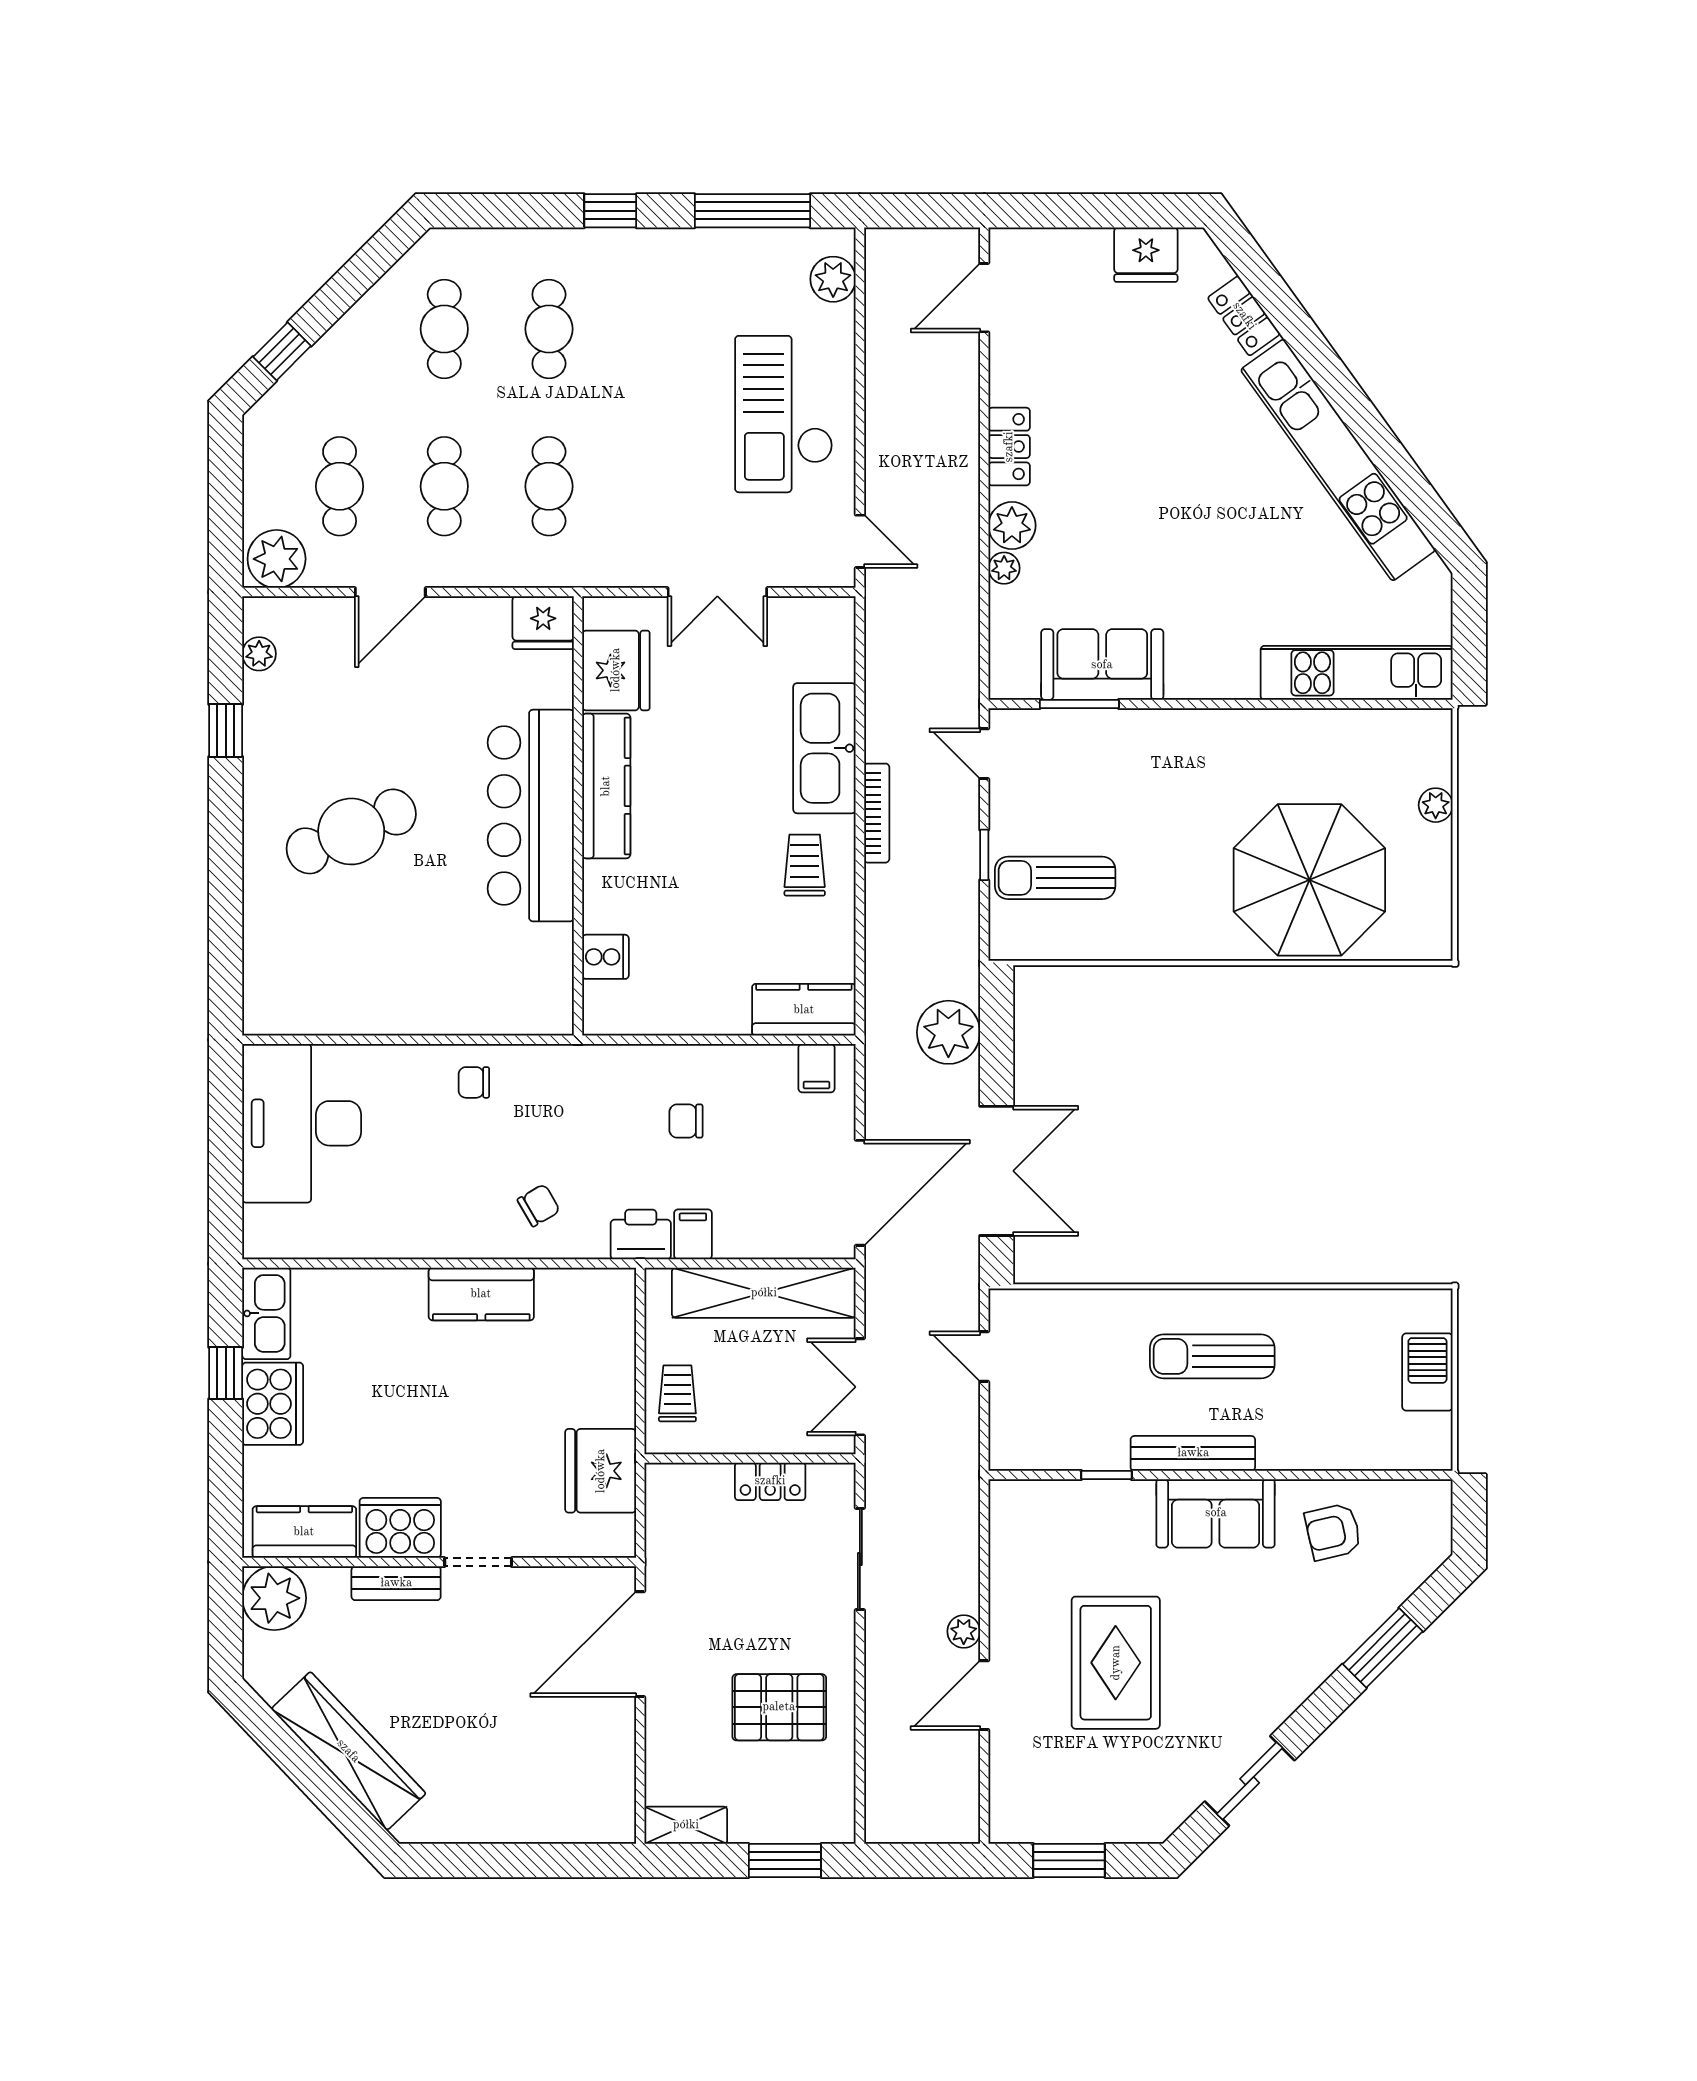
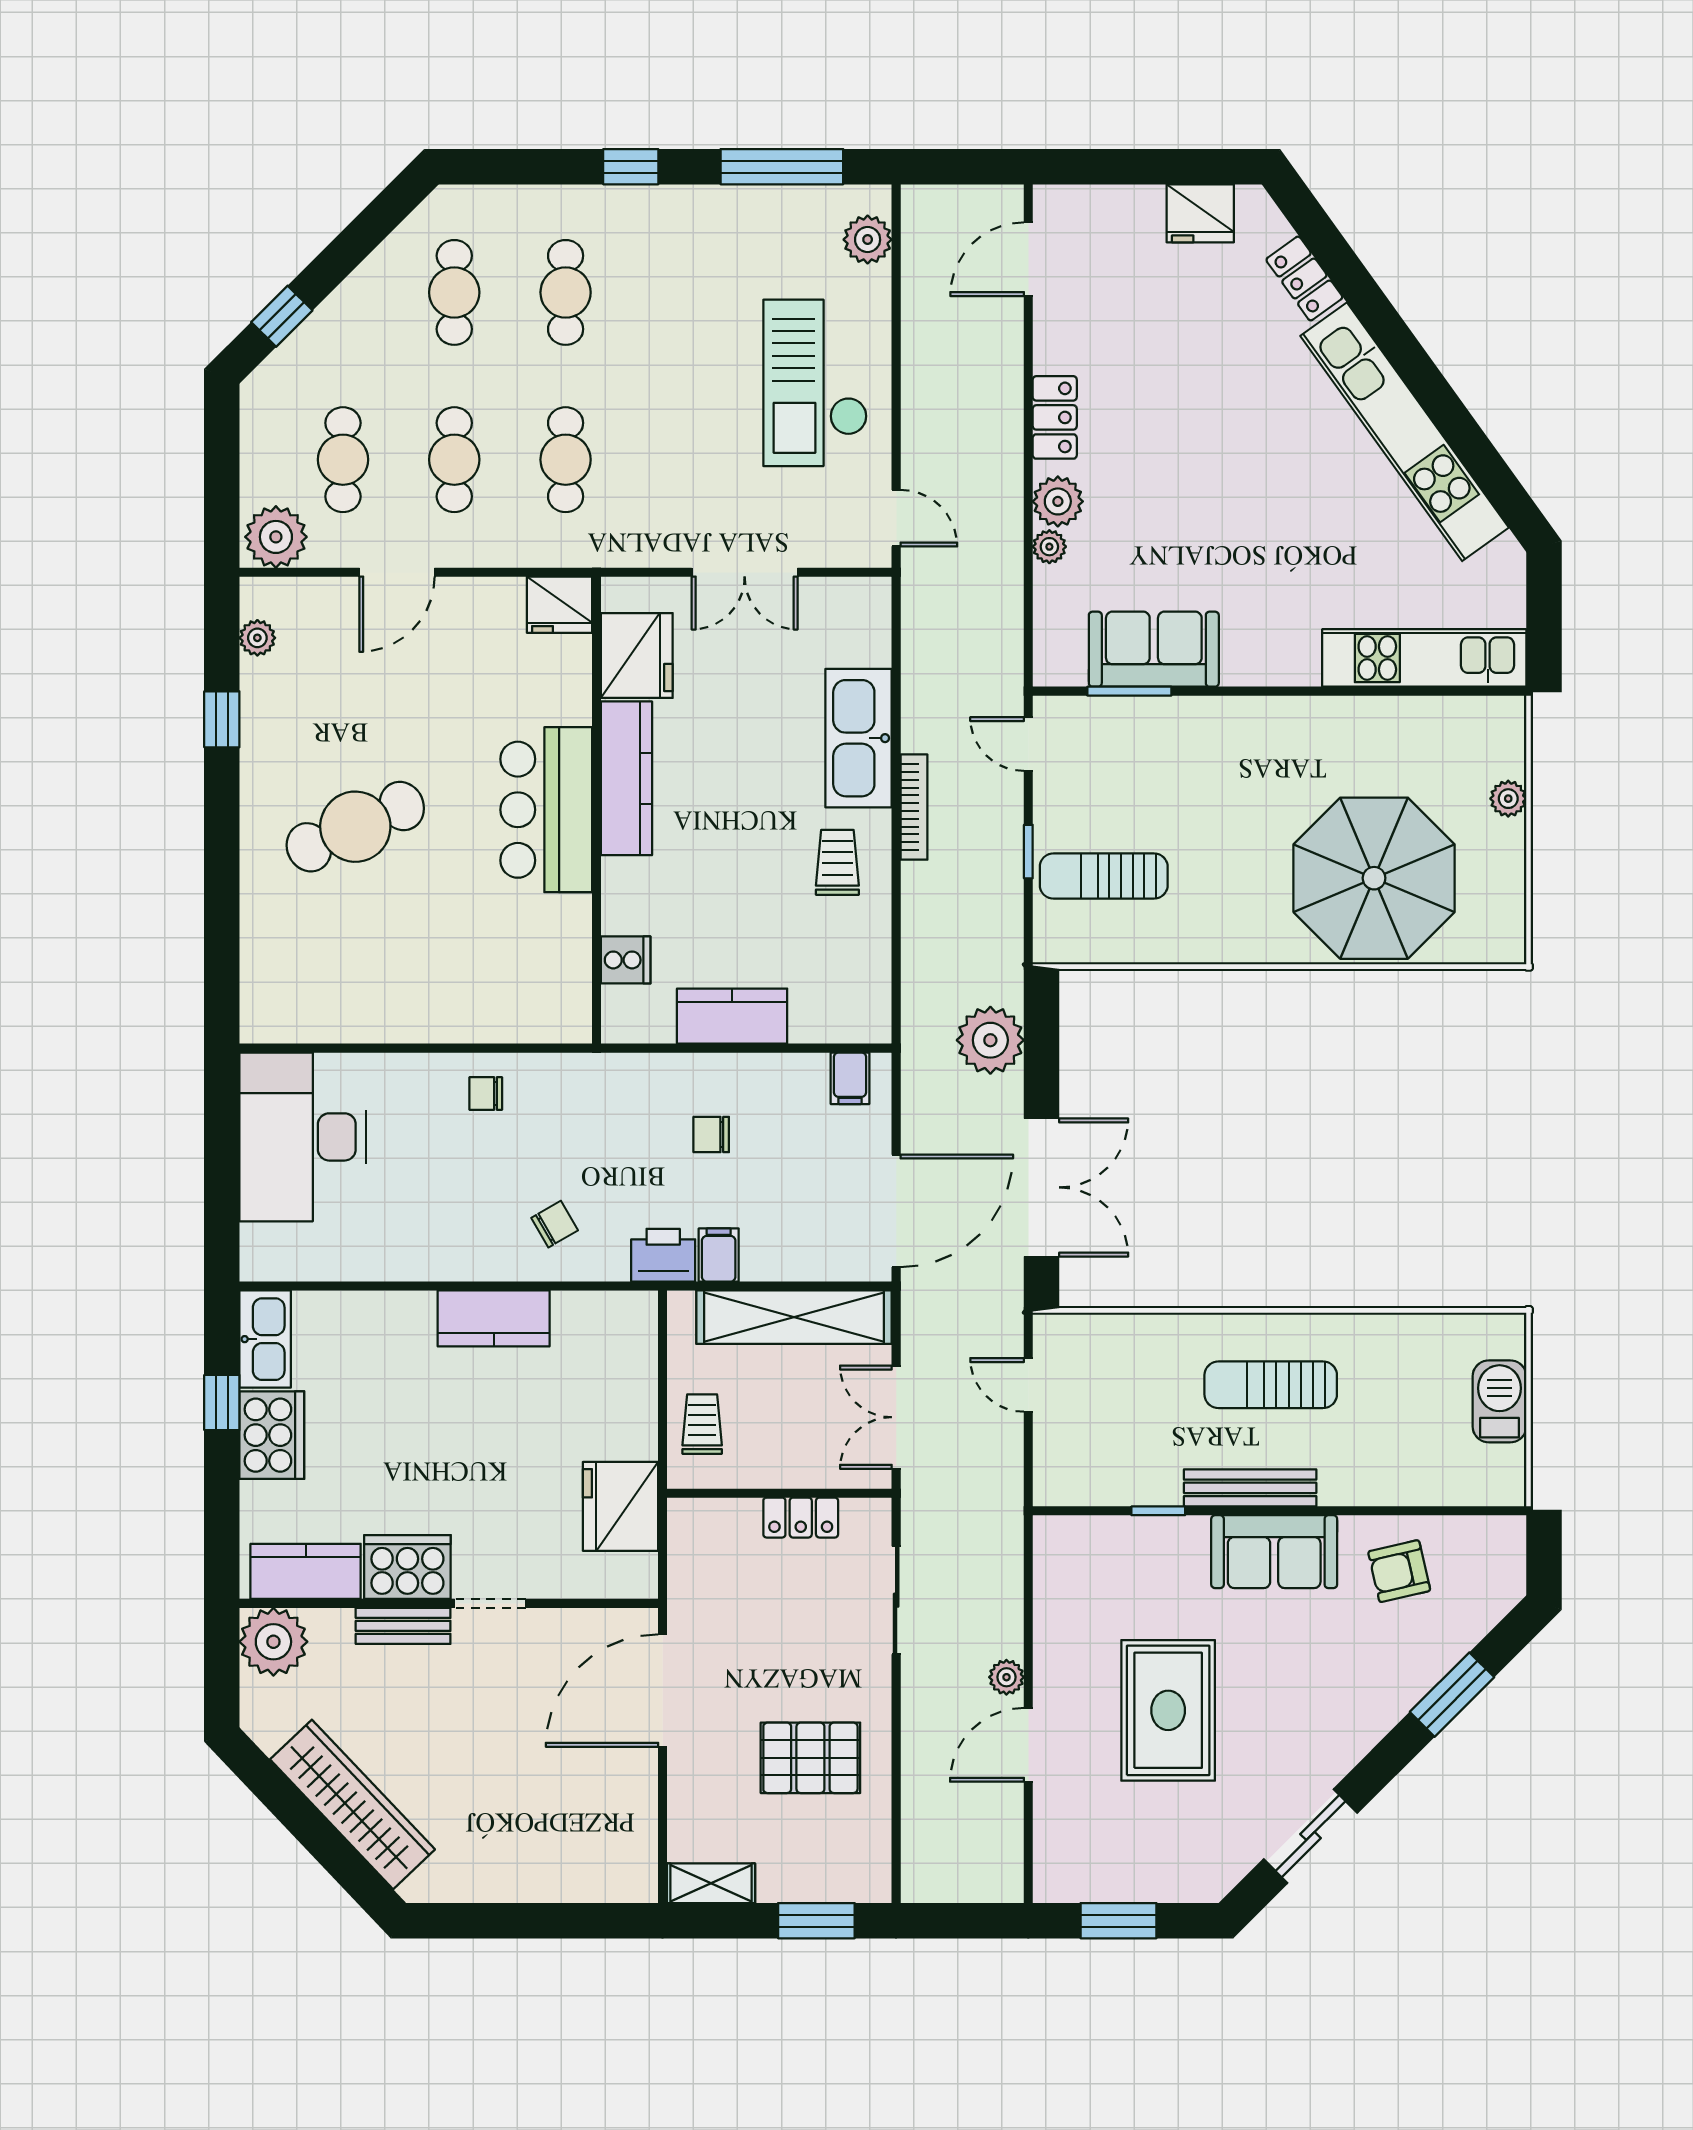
bar counter: (531, 816) -> (546, 810), width x0.73
kitchen counter: (804, 1010) -> (732, 1016), moved

